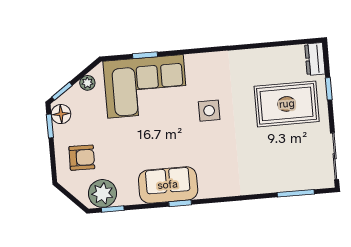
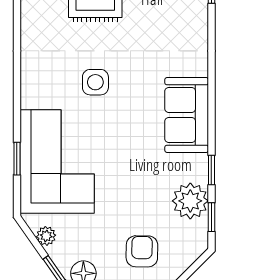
sofa: (168, 185) -> (187, 115), moved
plant: (102, 193) -> (190, 201), moved
window: (180, 203) -> (211, 170), moved

